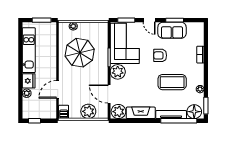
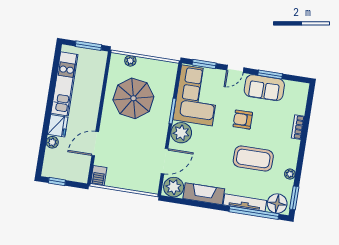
door: (149, 20) -> (235, 69), hinge flipped
door: (109, 94) -> (165, 161), swing flipped
plant: (88, 111) -> (133, 180), removed

